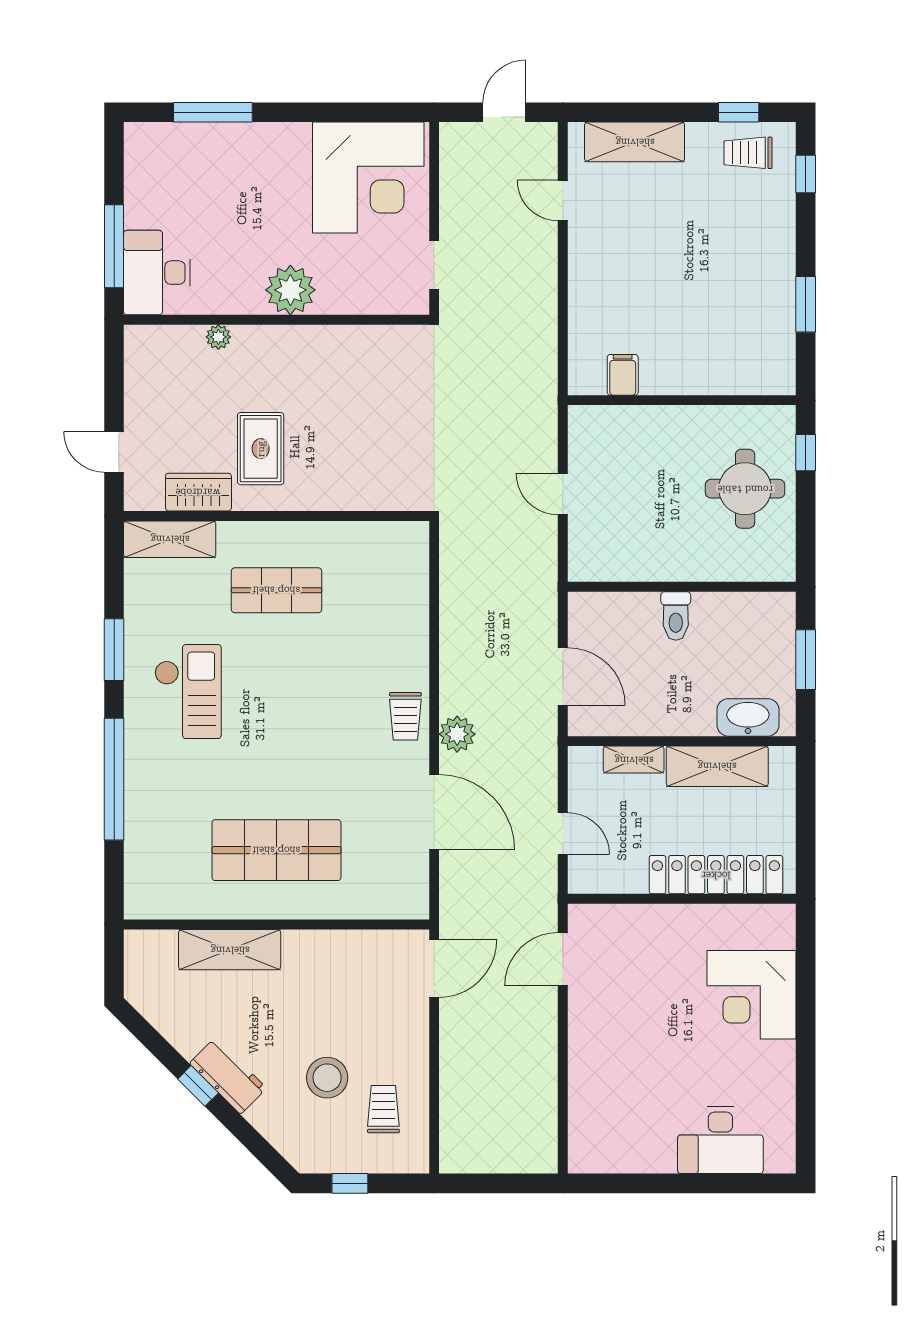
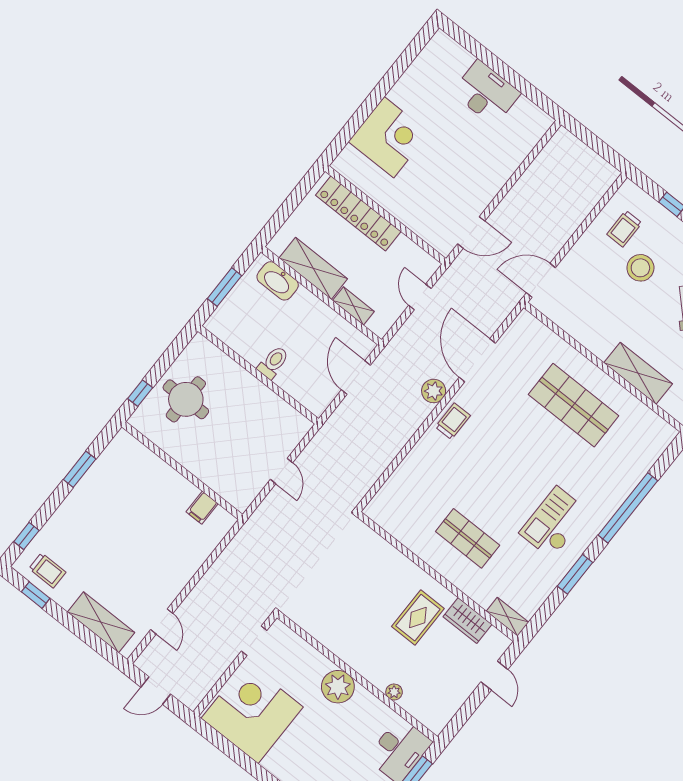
shelving: (170, 539) -> (507, 617), width x0.67, depth x0.75
desk: (720, 1140) -> (486, 93), moved

